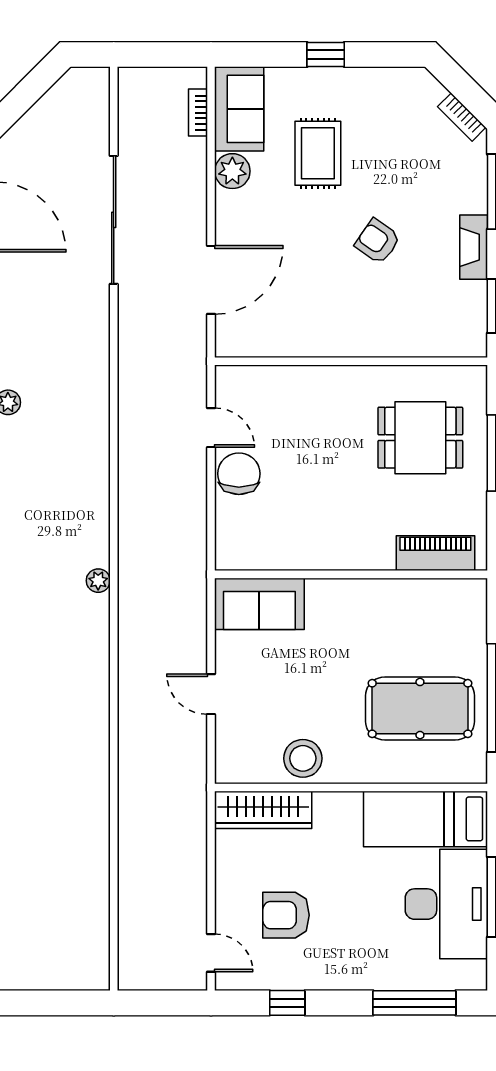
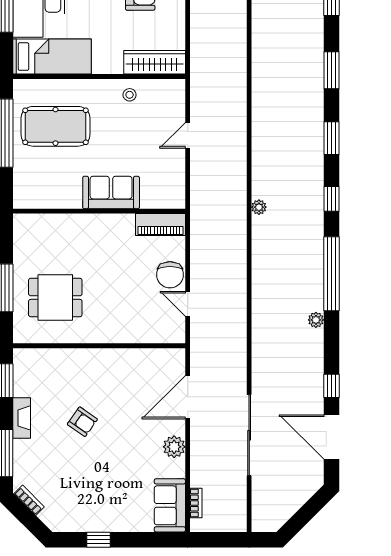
window: (326, 55) -> (99, 540), moved
rug: (318, 153) -> (120, 477), removed
plant: (232, 171) -> (174, 447), moved
piano: (435, 553) -> (160, 225), moved
sofa: (259, 604) -> (111, 192), moved
door: (211, 694) -> (188, 135), swing flipped
stool: (303, 758) -> (130, 95), width x0.53, depth x0.53

